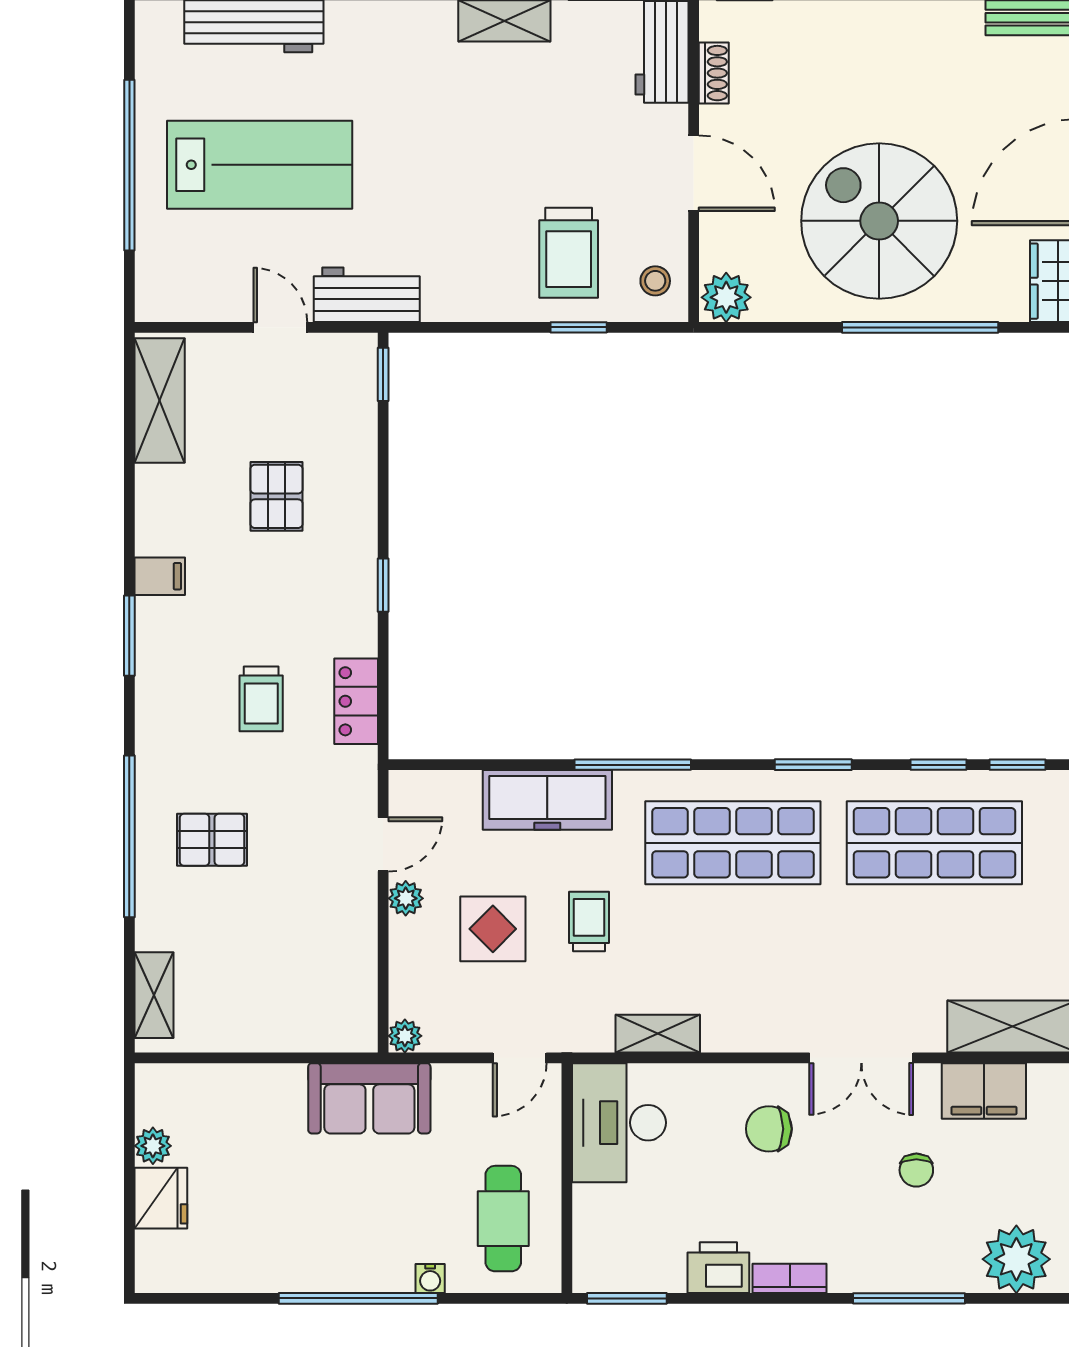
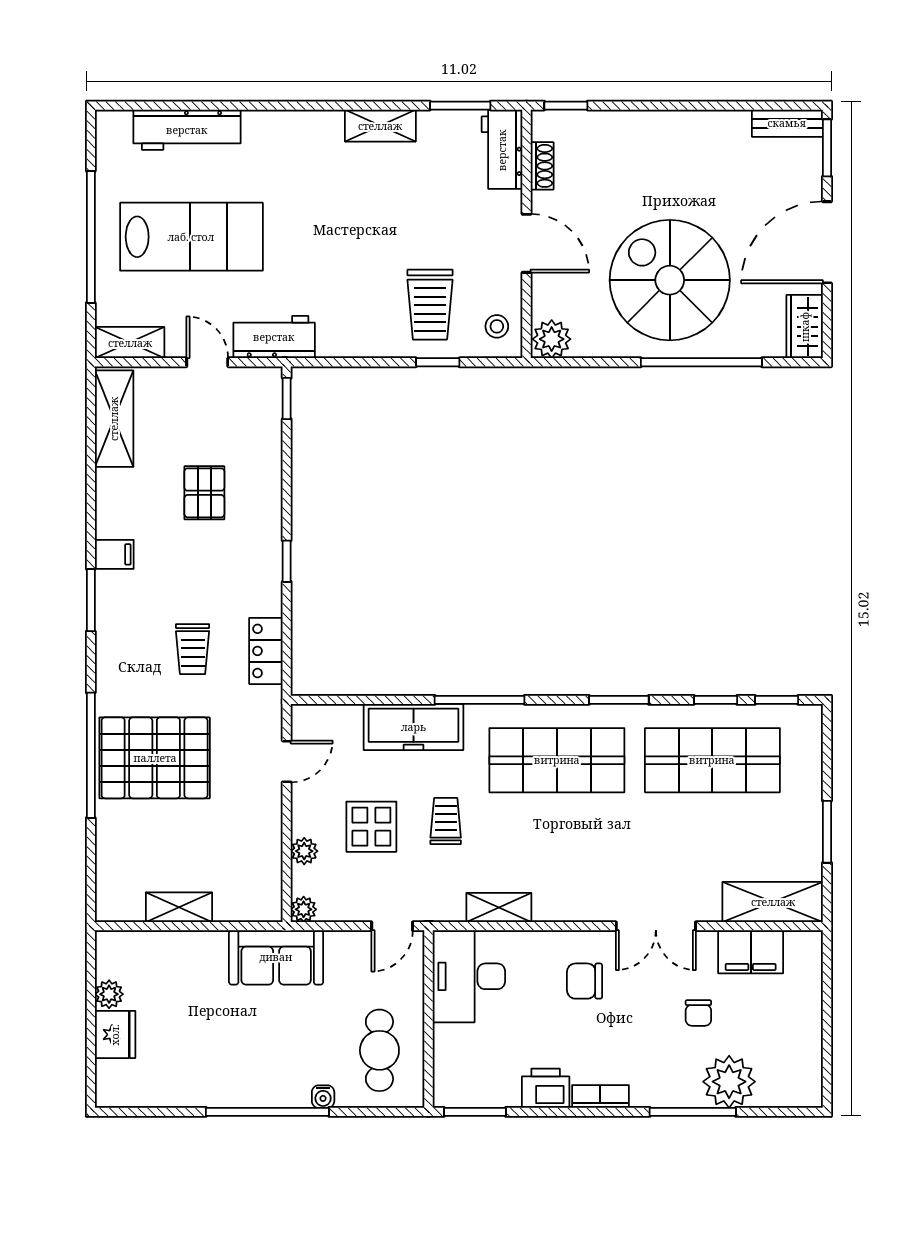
shelving: (180, 302) -> (130, 343), added
pallet: (212, 840) -> (155, 758), width x2.05, depth x2.00
plant: (406, 898) -> (304, 851), moved
shelving: (154, 995) -> (179, 907), moved, turned 90
plant: (1016, 1259) -> (729, 1082), moved

